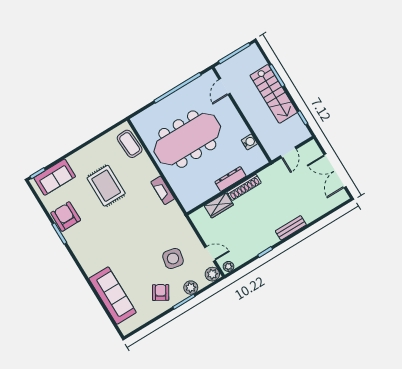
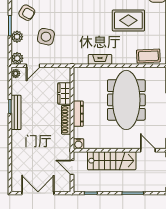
stairs: (274, 94) -> (112, 161), moved, turned 180
water cooler: (249, 142) -> (78, 144), moved
bench: (291, 228) -> (16, 112), moved, width x1.36

